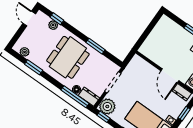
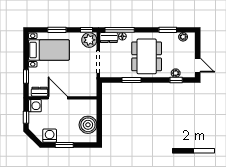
boiler: (160, 34) -> (88, 125), added

